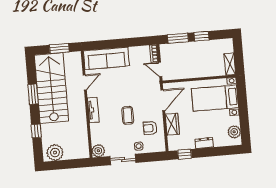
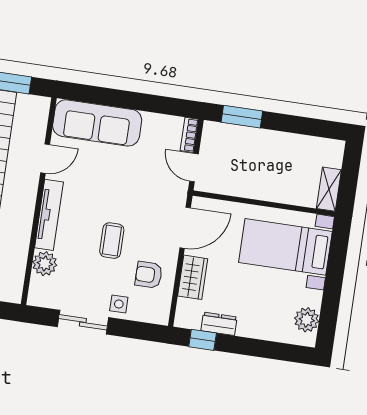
window: (202, 36) -> (288, 123), removed
tv unit: (93, 110) -> (49, 215), width x1.41
dresser: (204, 143) -> (219, 324), moved
plant: (98, 151) -> (45, 264), moved

